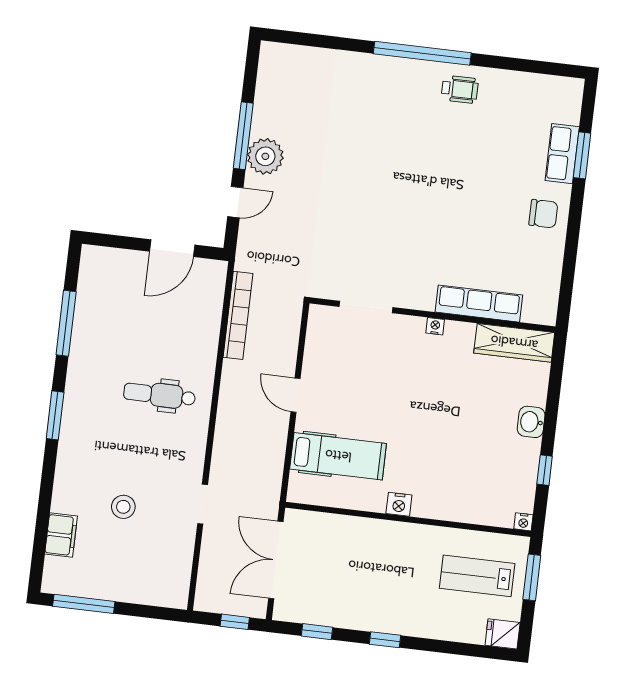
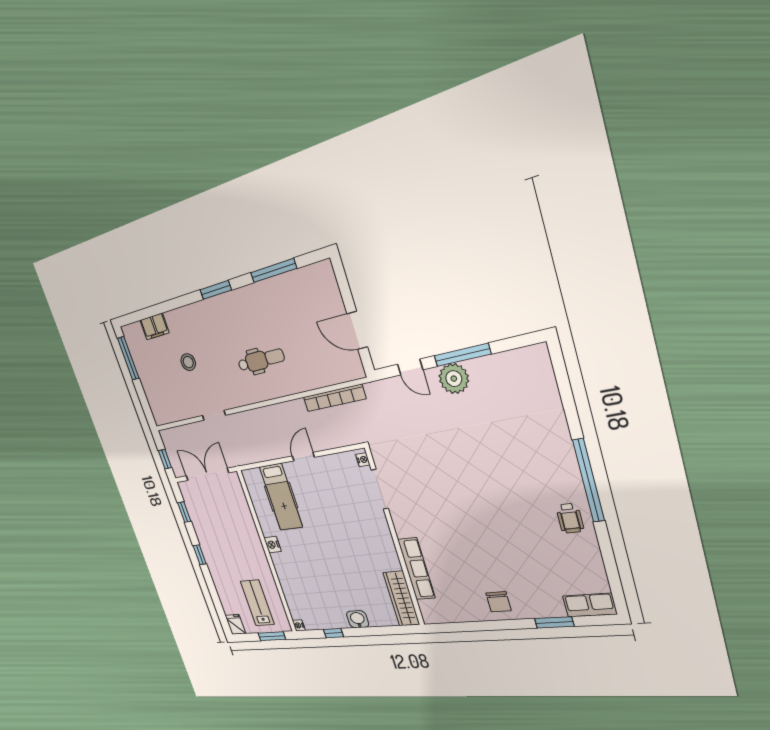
row of seats: (562, 154) -> (590, 605), moved
nightstand: (435, 326) -> (363, 460), moved
dental chair: (159, 395) -> (261, 360), turned 90

